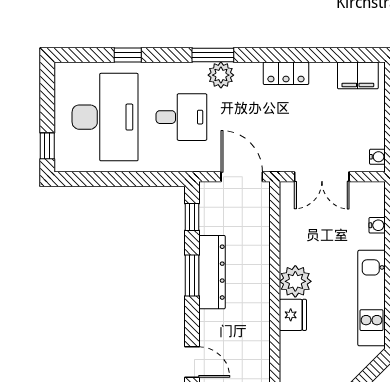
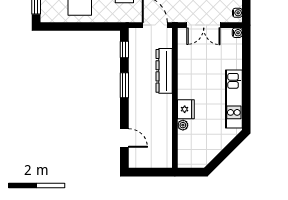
water cooler: (377, 225) -> (237, 33), moved
dresser: (212, 272) -> (164, 71), moved, turned 180
plant: (295, 281) -> (183, 125), moved, width x0.53, depth x0.53

